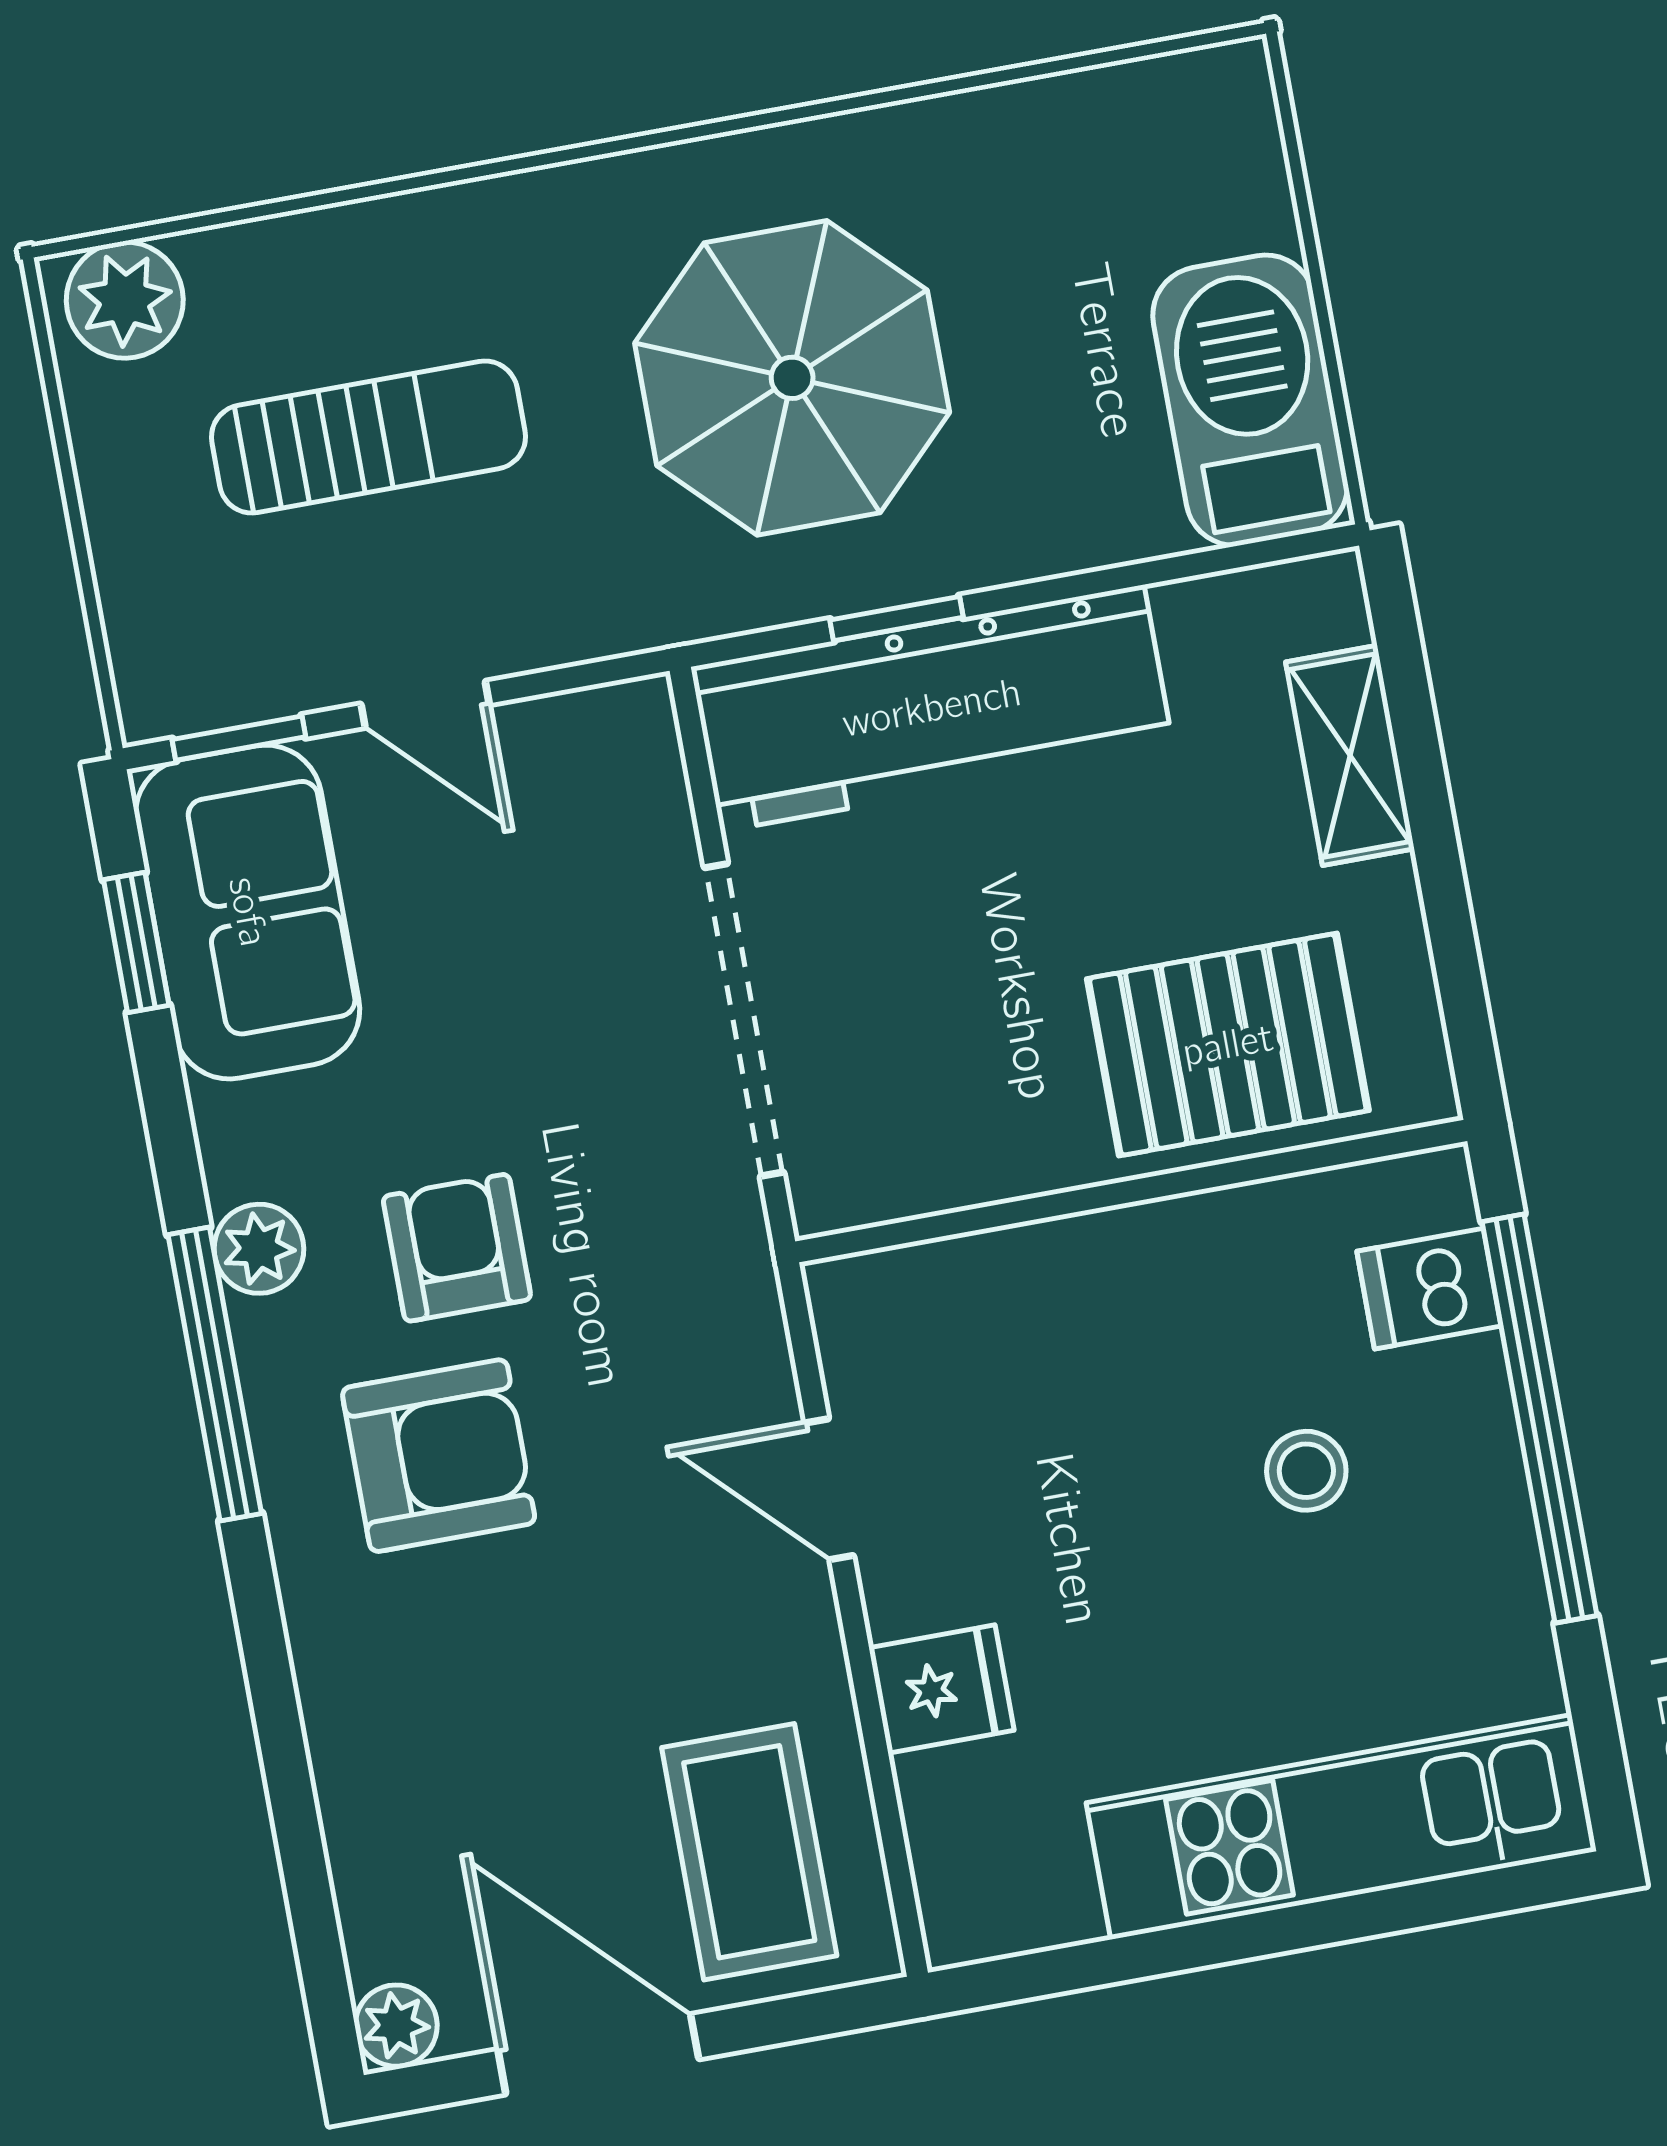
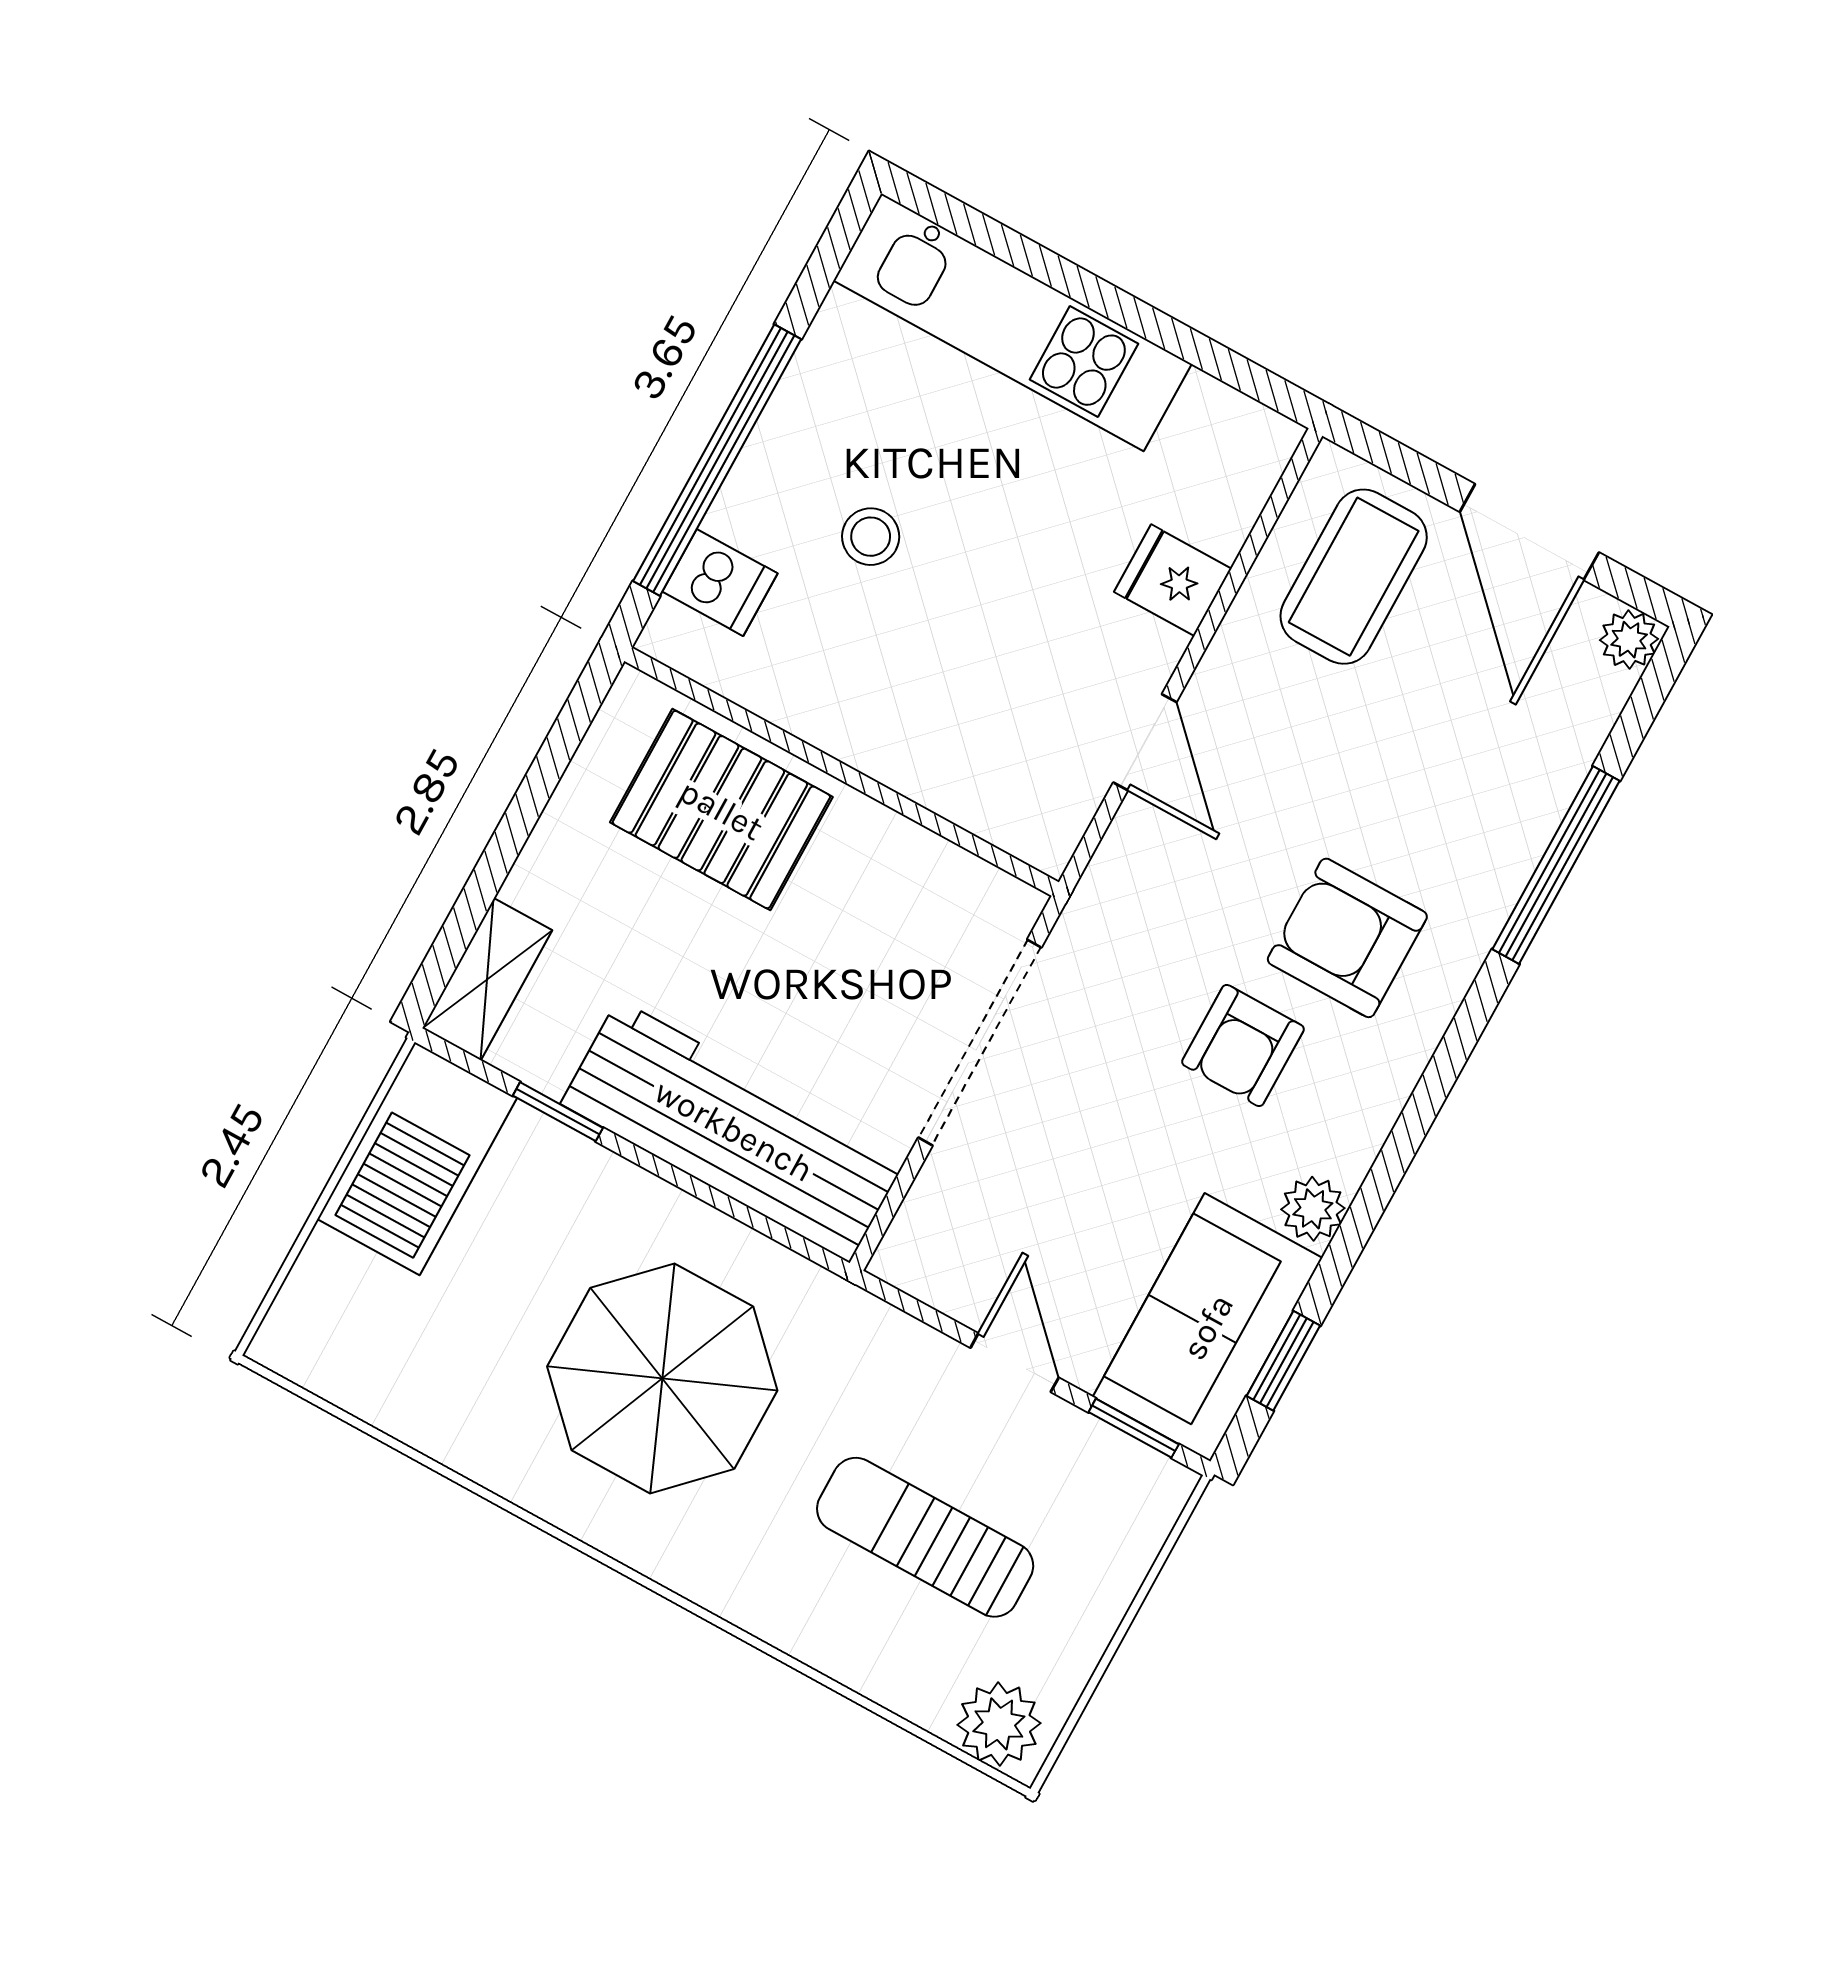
window: (896, 619) -> (558, 1112), moved
shelving: (1350, 755) -> (487, 979), moved
plant: (259, 1249) -> (1313, 1209), moved
window: (215, 1374) -> (1556, 865), moved

